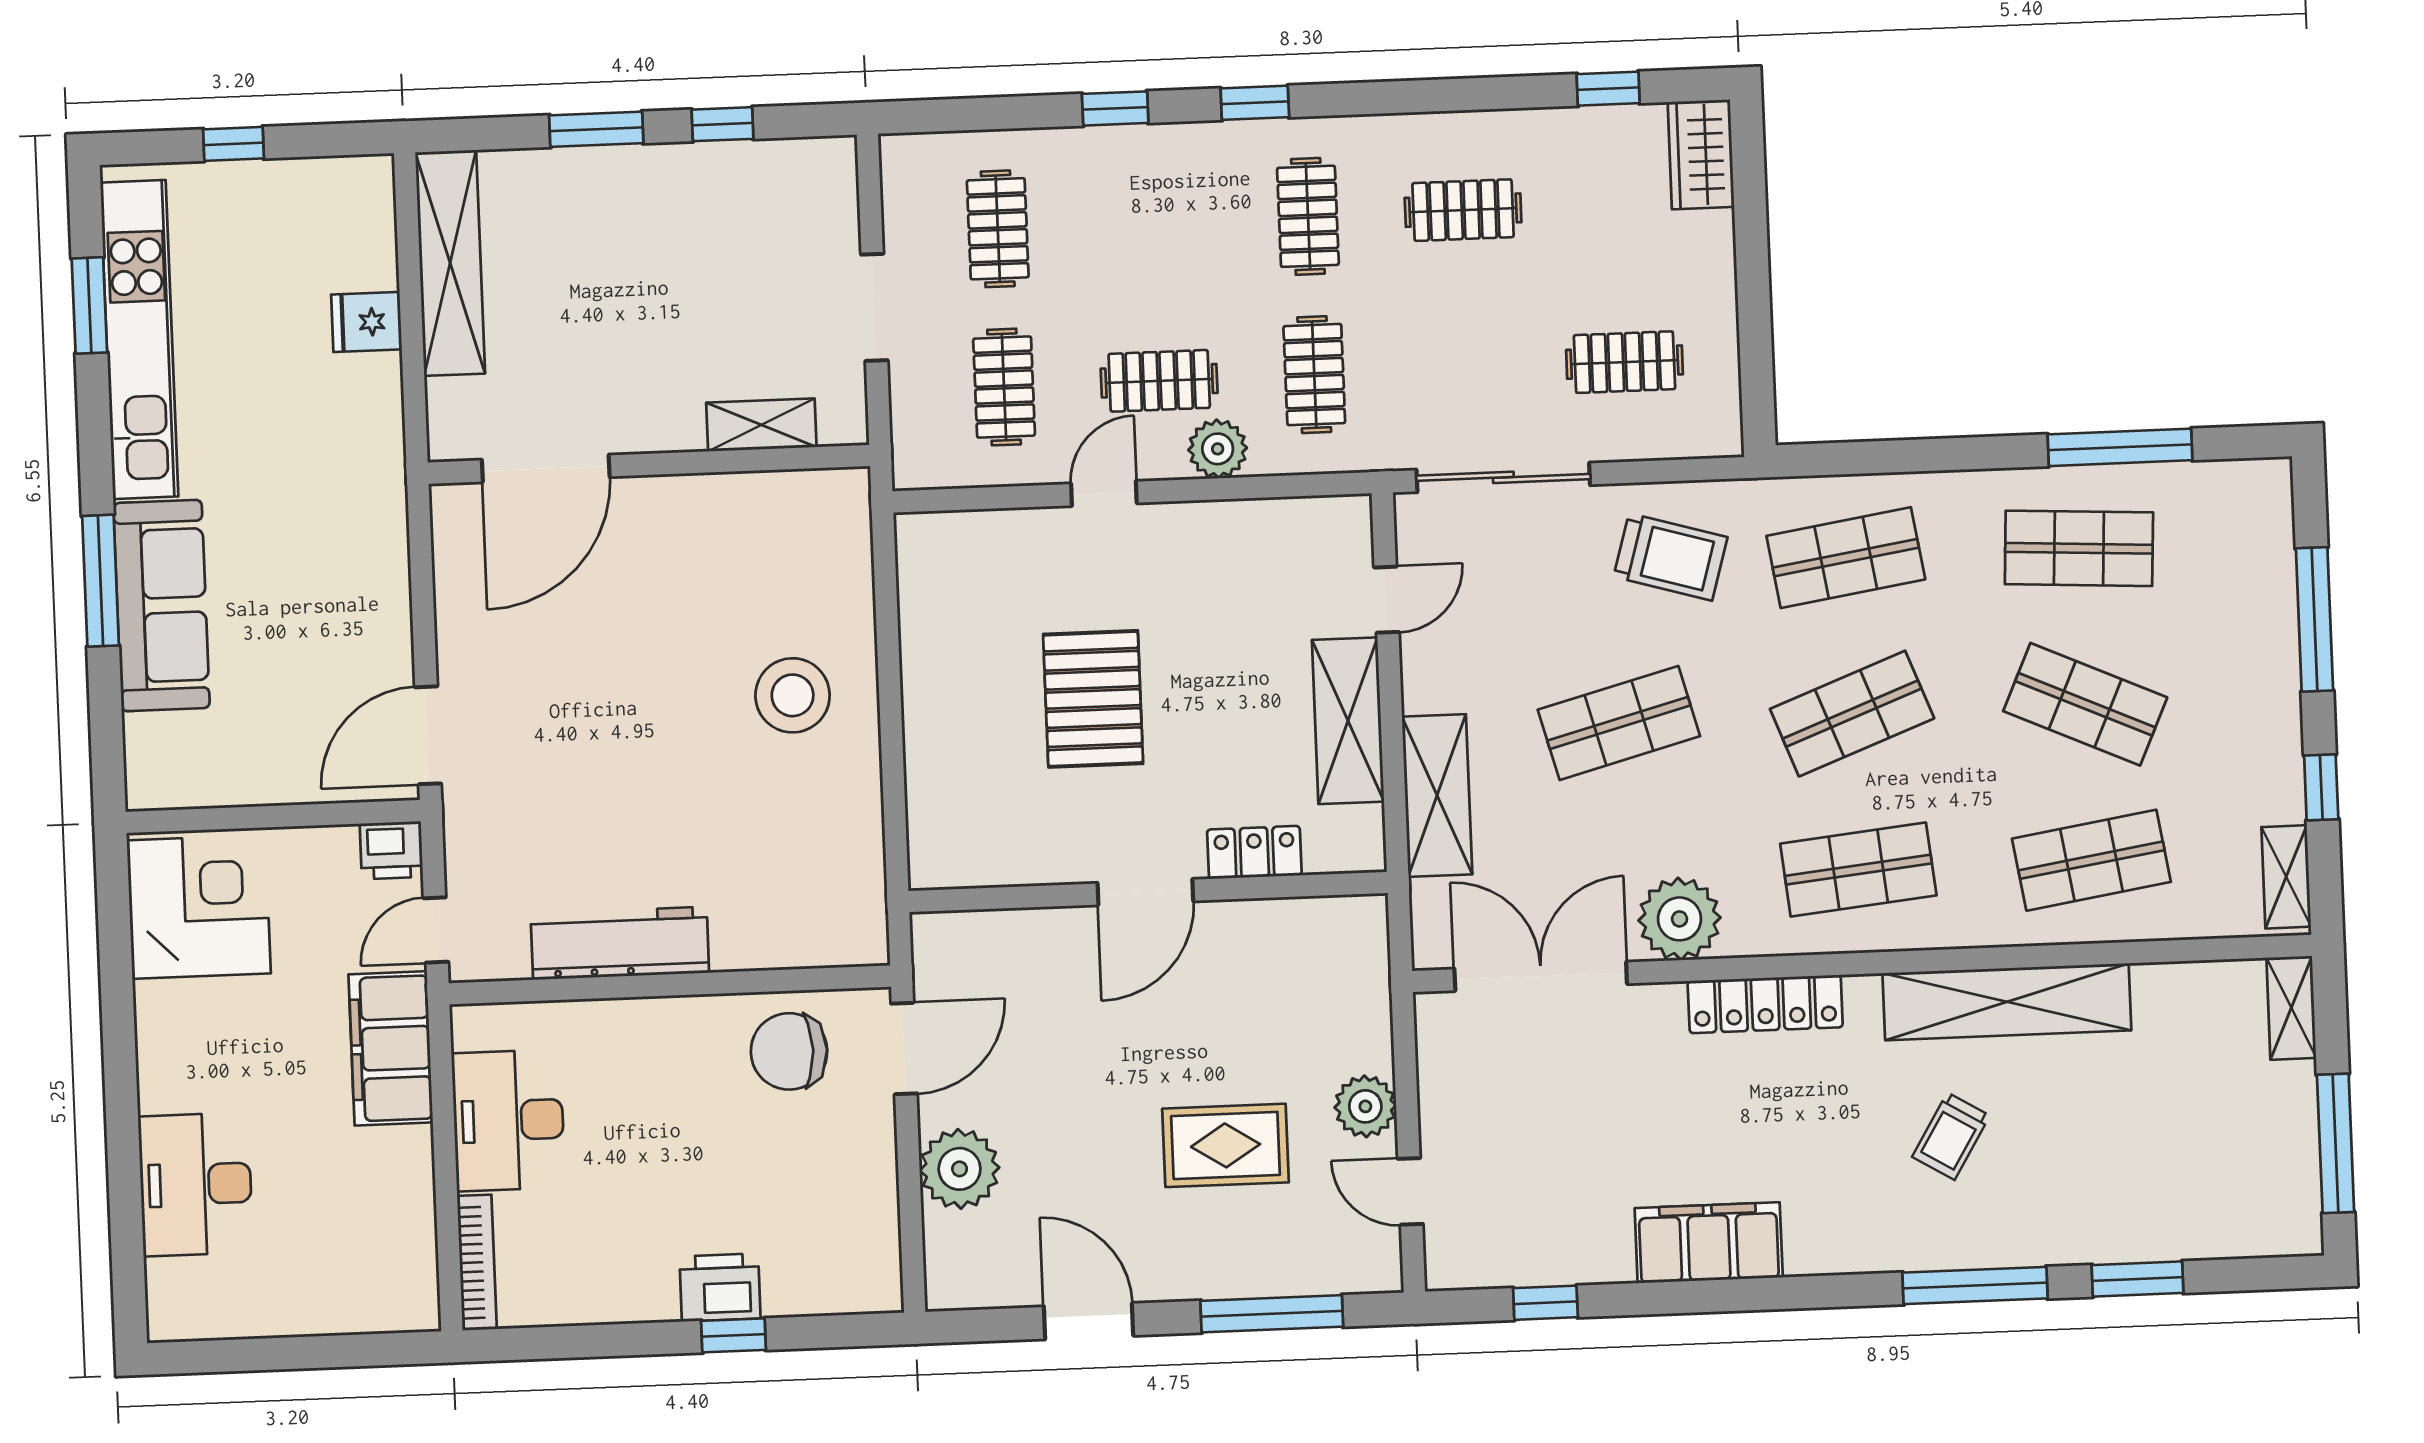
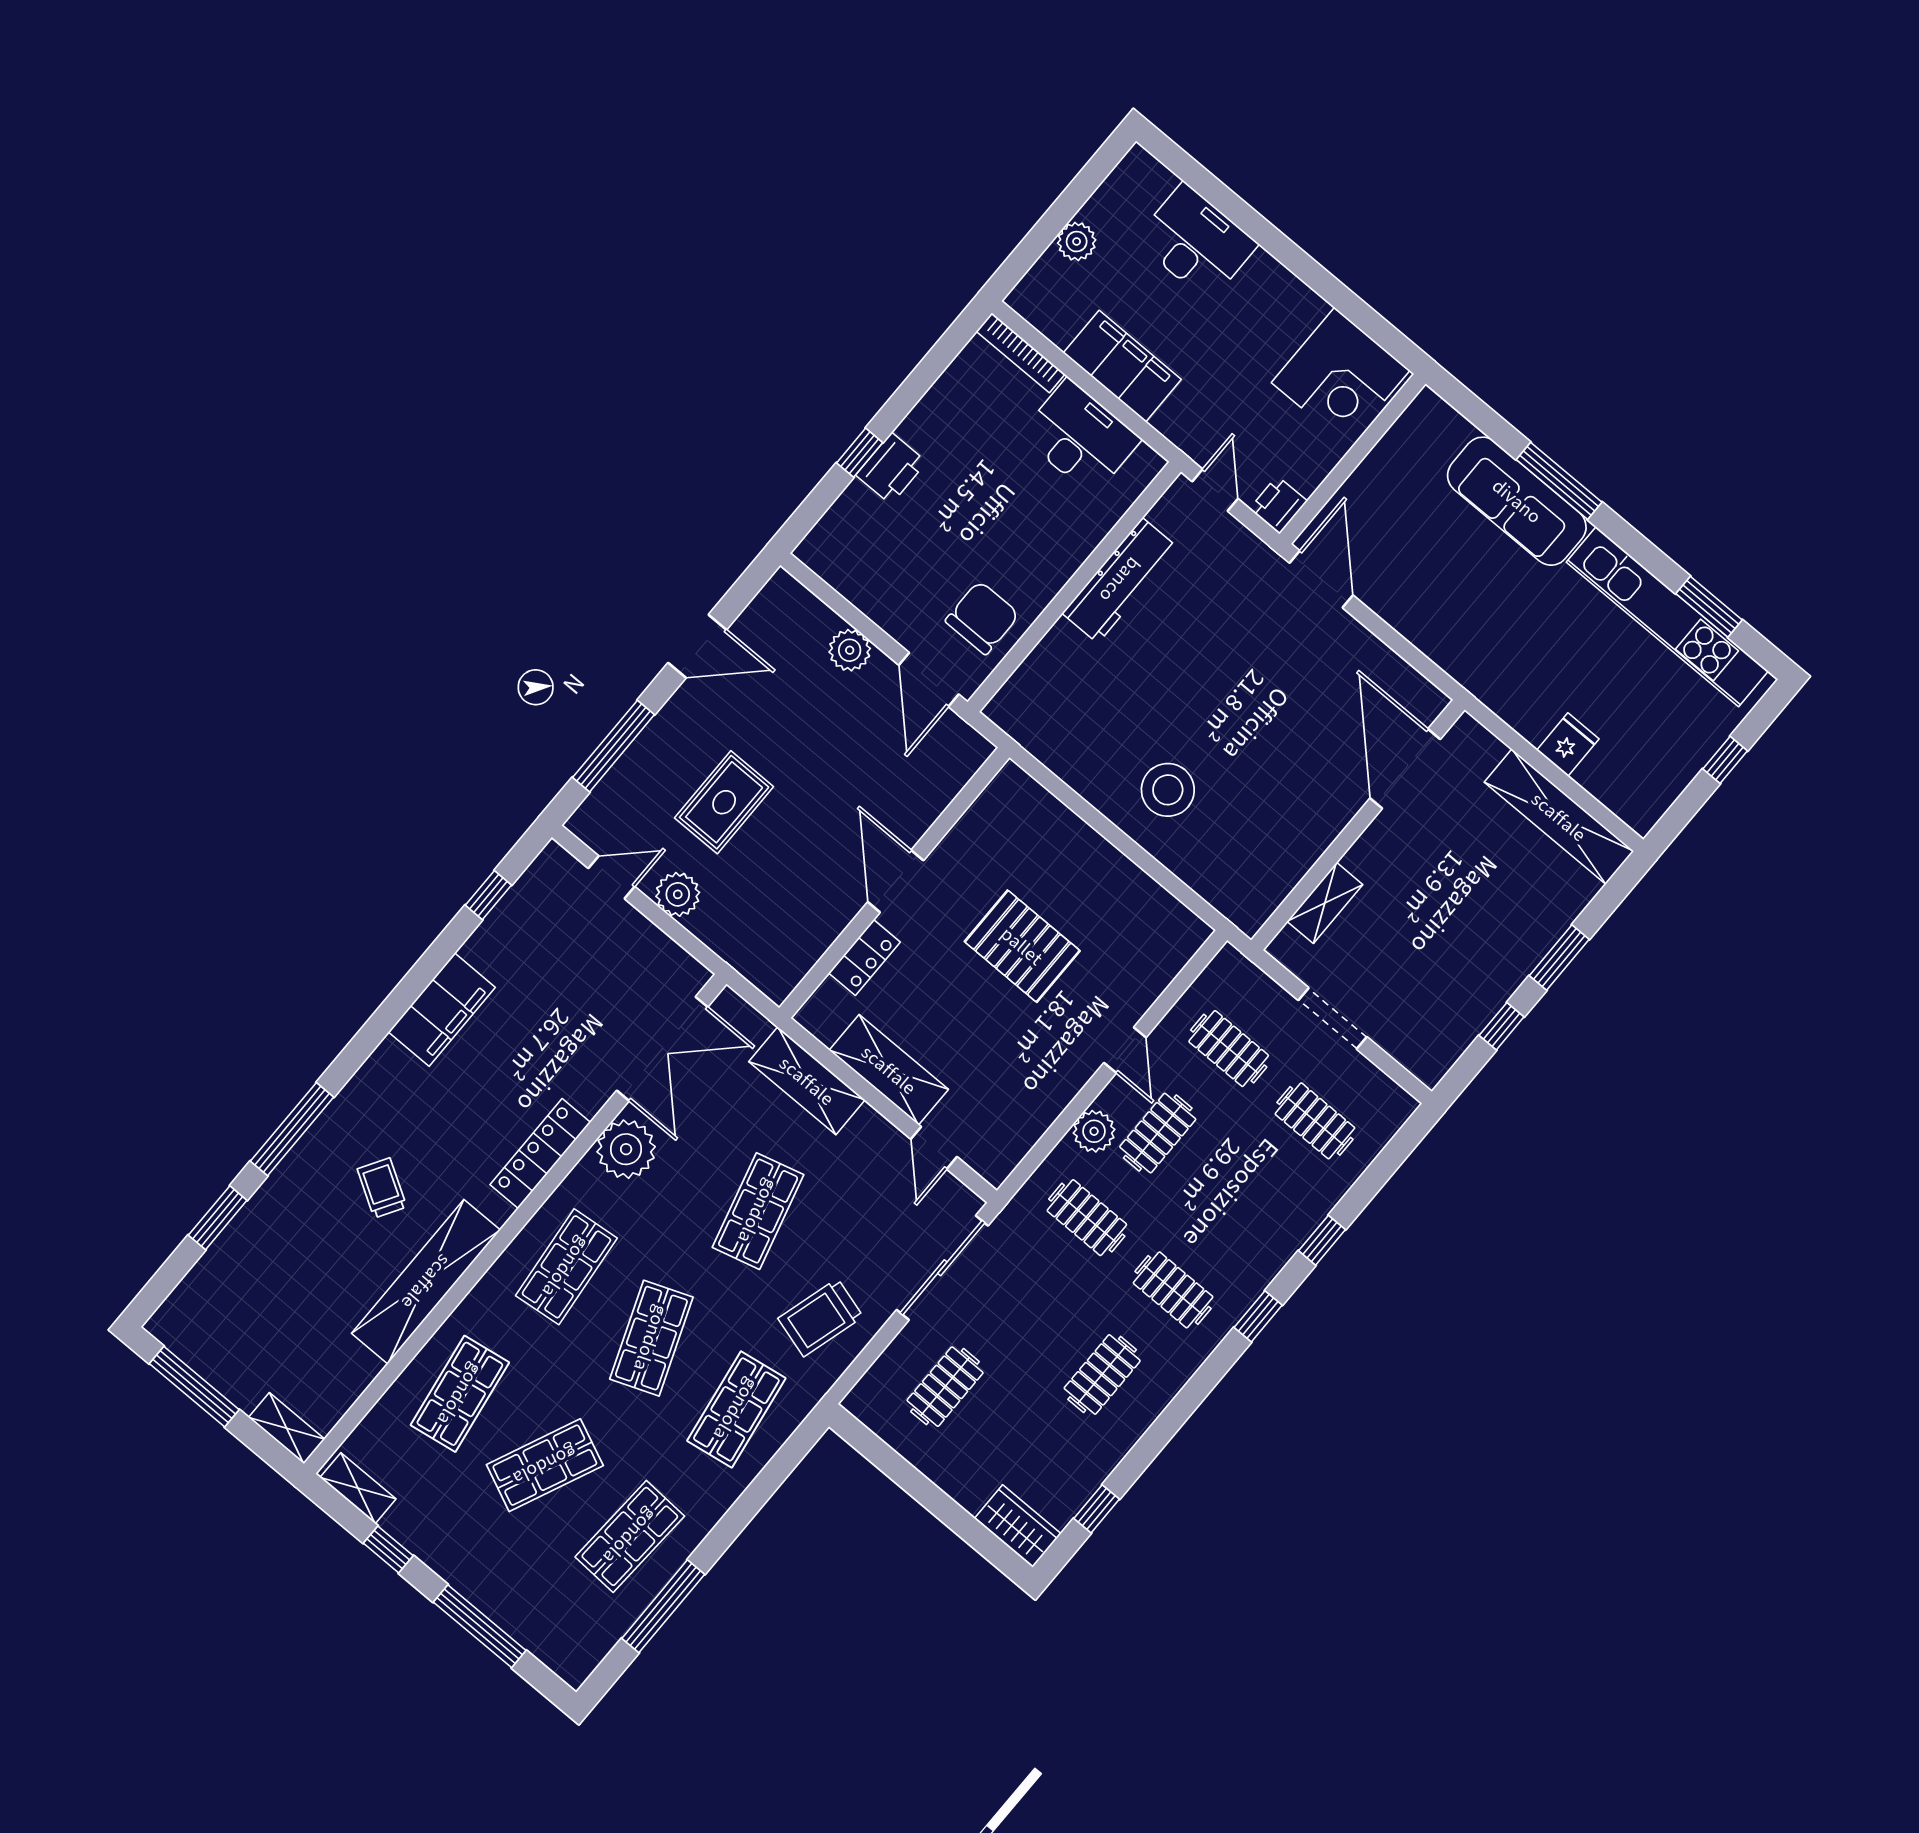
filing cabinet: (391, 1048) -> (1122, 366), moved
plant: (960, 1169) -> (850, 650), width x0.73, depth x0.73
plant: (308, 1310) -> (1077, 242), added

